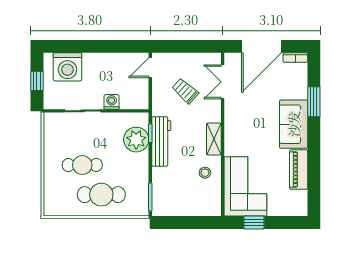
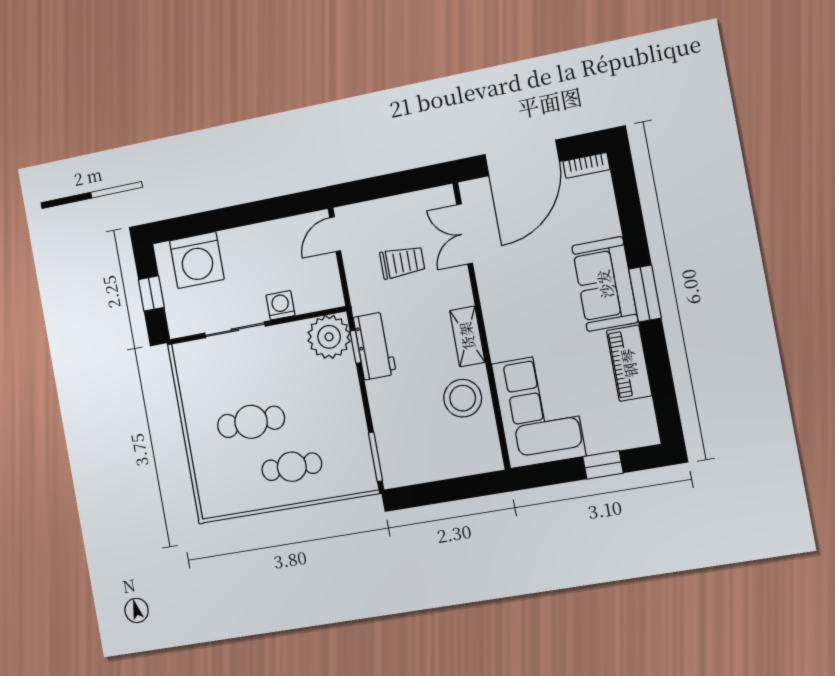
trolley: (185, 91) -> (402, 262), turned 138
window: (314, 102) -> (645, 294), moved
plant: (136, 140) -> (329, 337), moved
workbench: (161, 142) -> (375, 346), width x0.73
stool: (205, 173) -> (463, 398), width x1.89, depth x1.89
cafe table: (101, 195) -> (292, 467), width x0.73, depth x0.74
window: (254, 223) -> (603, 465), moved

